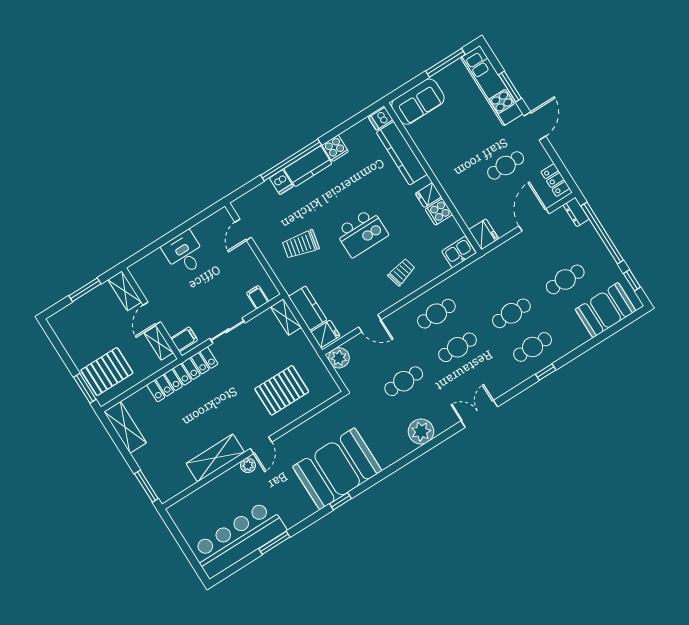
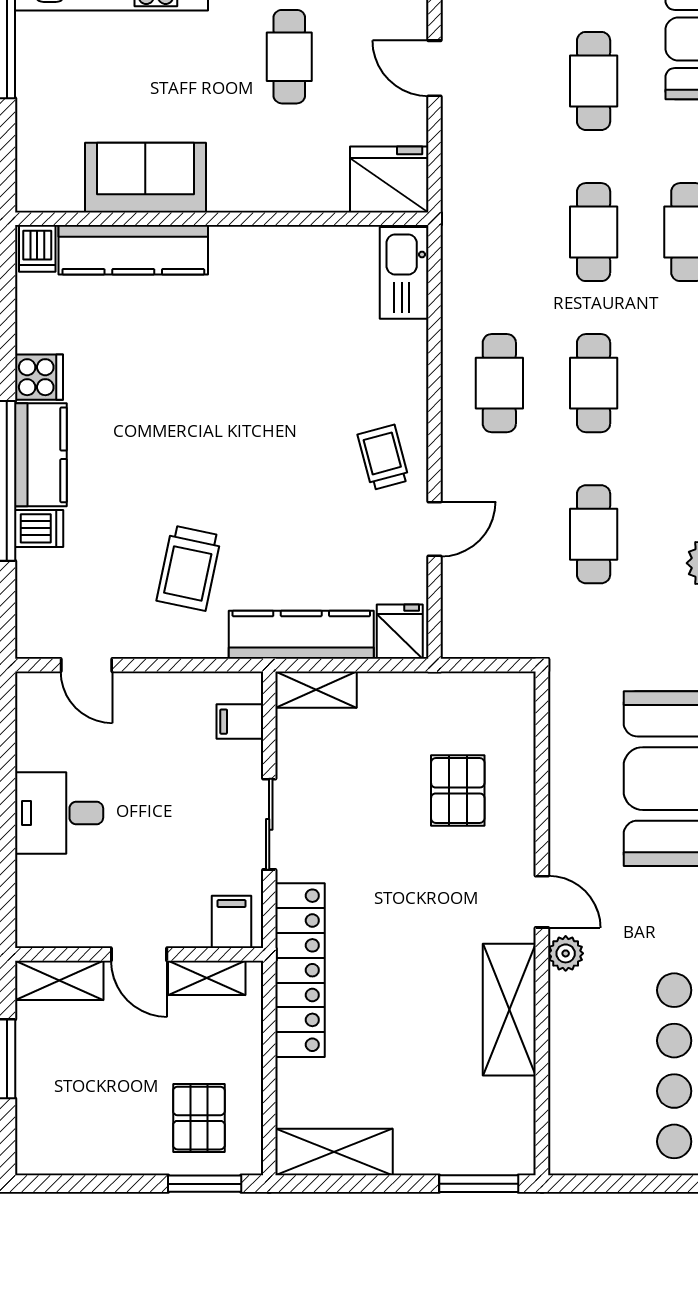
sofa: (418, 102) -> (145, 178), moved, turned -90
fridge: (428, 195) -> (251, 249), removed
cooker: (439, 212) -> (298, 249), removed
door: (534, 220) -> (435, 68), width x0.73
kitchen island: (362, 233) -> (243, 431), removed
fridge: (484, 234) -> (389, 180), width x1.36, depth x1.34
kitchen sink: (459, 252) -> (404, 273), width x1.38
trolley: (402, 272) -> (383, 457), moved
kitchen counter: (308, 308) -> (301, 635), width x1.50
plant: (339, 358) -> (465, 635), removed
pallet: (107, 372) -> (199, 1118), width x0.67, depth x0.71
pallet: (282, 390) -> (458, 790), width x0.67, depth x0.71

